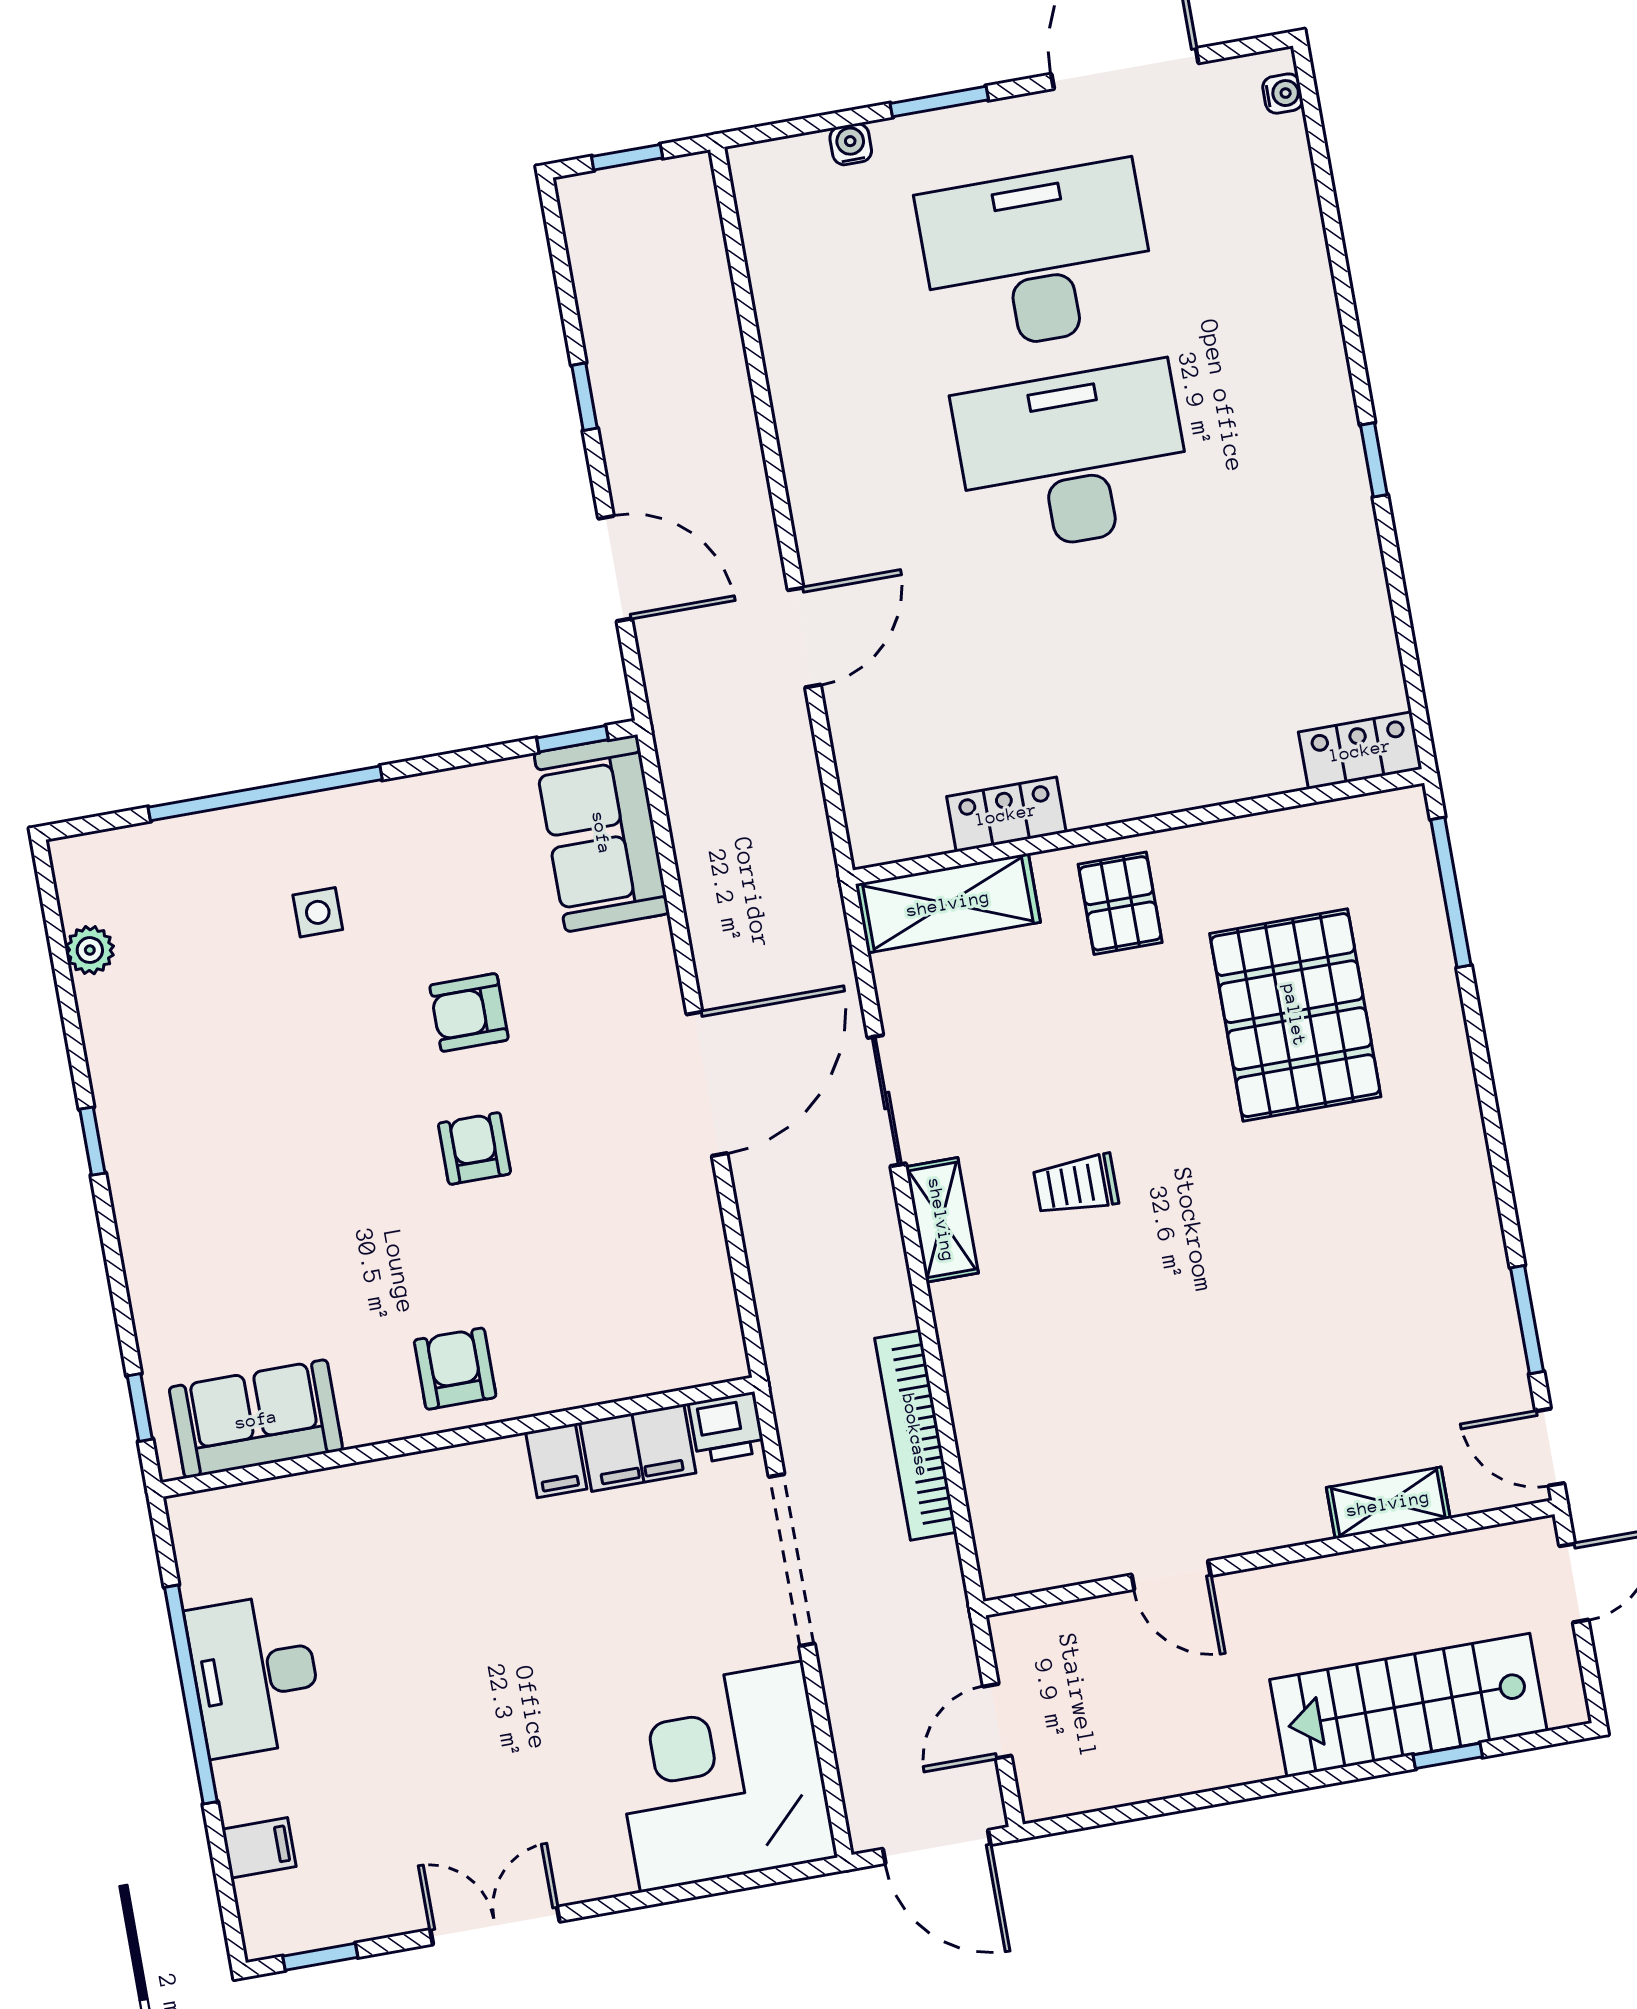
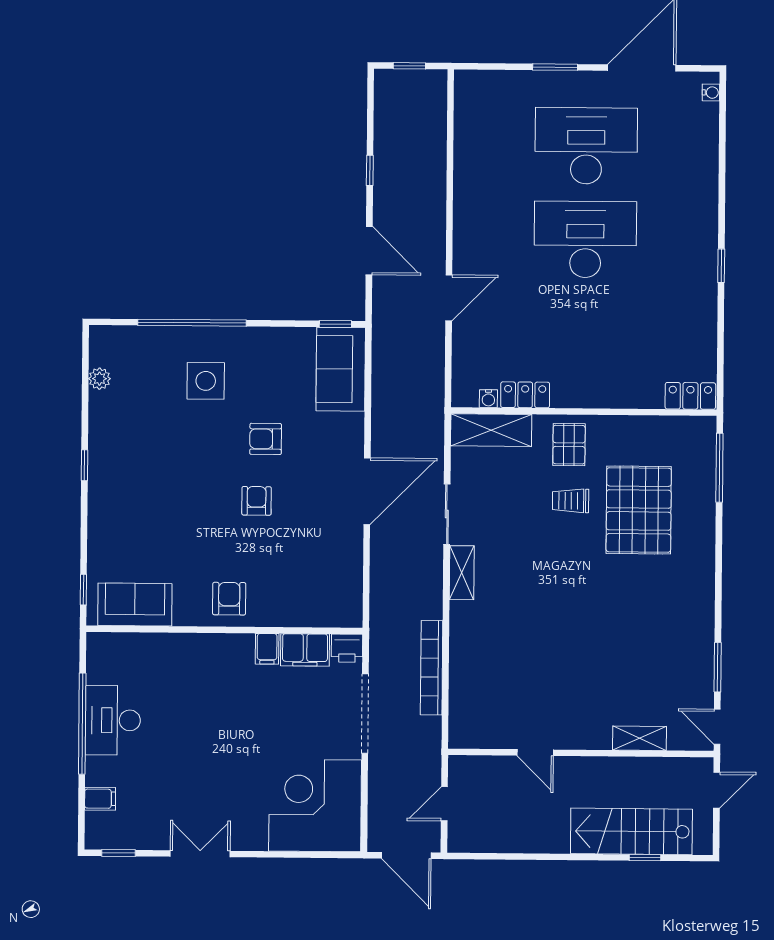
water cooler: (851, 144) -> (488, 399), moved, turned 180
side table: (318, 912) -> (206, 381), width x1.87, depth x1.87
trolley: (1076, 1185) -> (571, 501), moved

